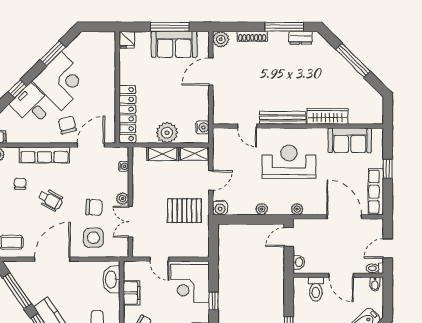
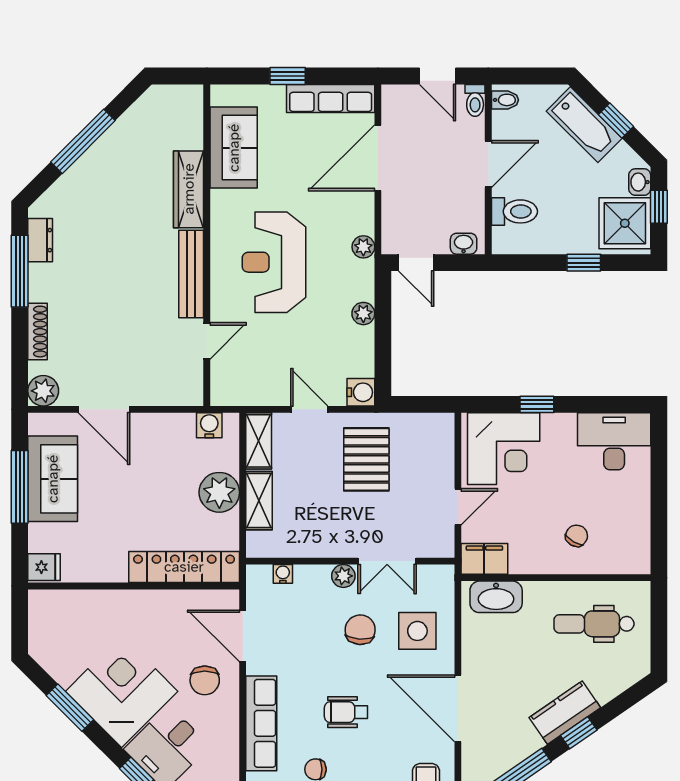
chair: (67, 125) -> (205, 680), turned -76
wheelchair: (50, 200) -> (346, 712), turned -119
filing cabinet: (132, 293) -> (484, 559), moved

